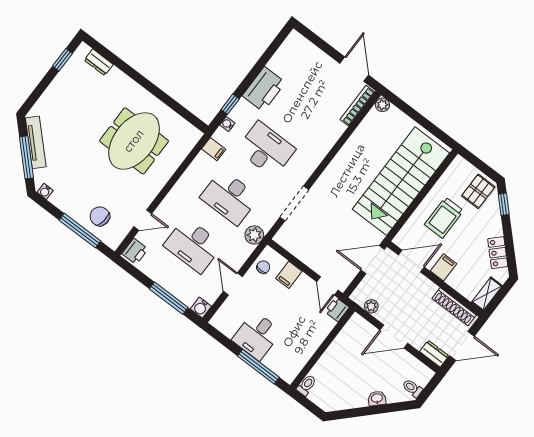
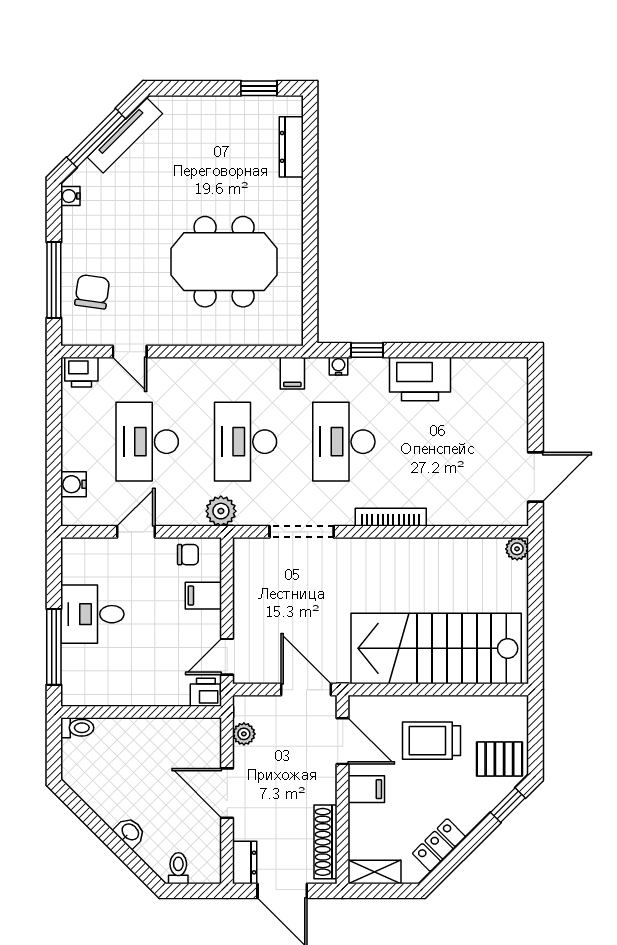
dresser: (99, 62) -> (291, 147), width x1.44
bookcase: (357, 106) -> (391, 517), moved
desk: (266, 149) -> (344, 442), turned 180
window: (169, 298) -> (54, 462), removed
water cooler: (201, 308) -> (74, 484), moved

